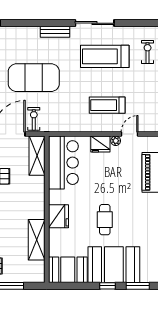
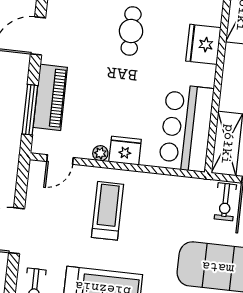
treadmill: (107, 105) -> (108, 211), turned -90
door: (130, 134) -> (60, 159), moved

